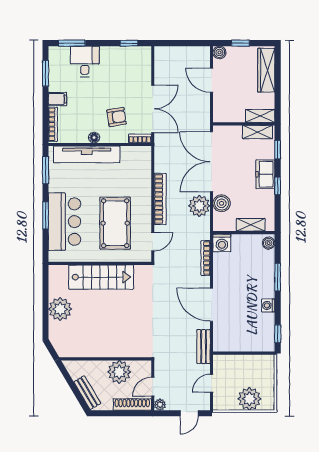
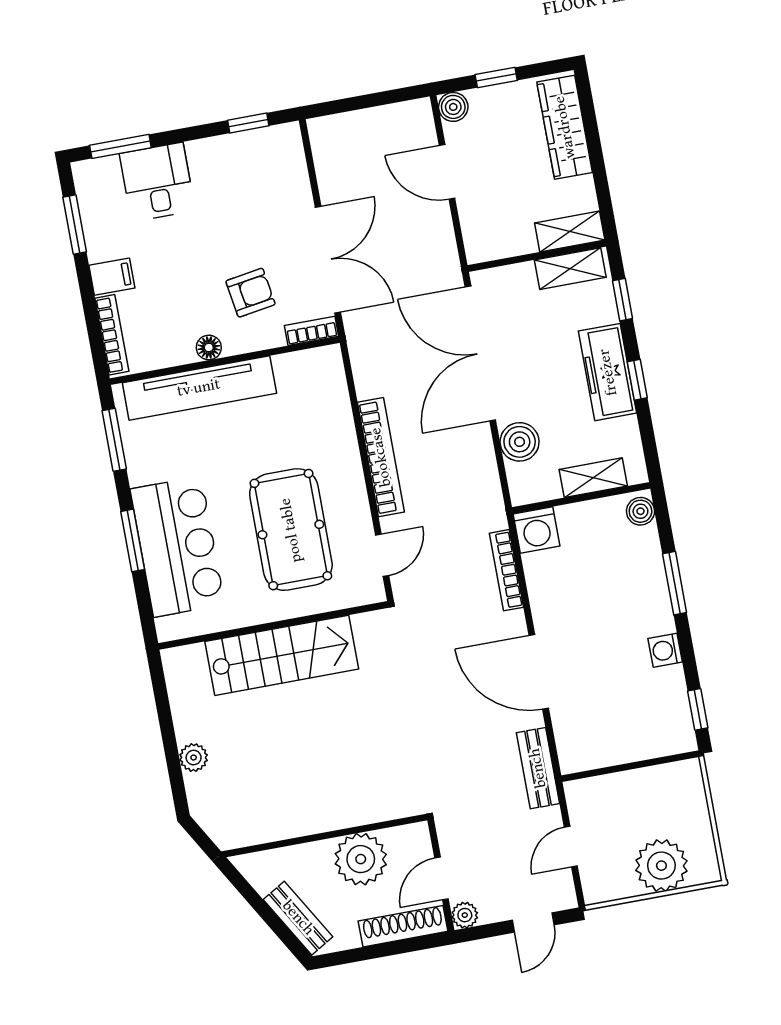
freezer: (265, 174) -> (608, 372), width x1.40
plant: (199, 206) -> (471, 457), removed
plant: (60, 309) -> (194, 758), width x0.53, depth x0.53

